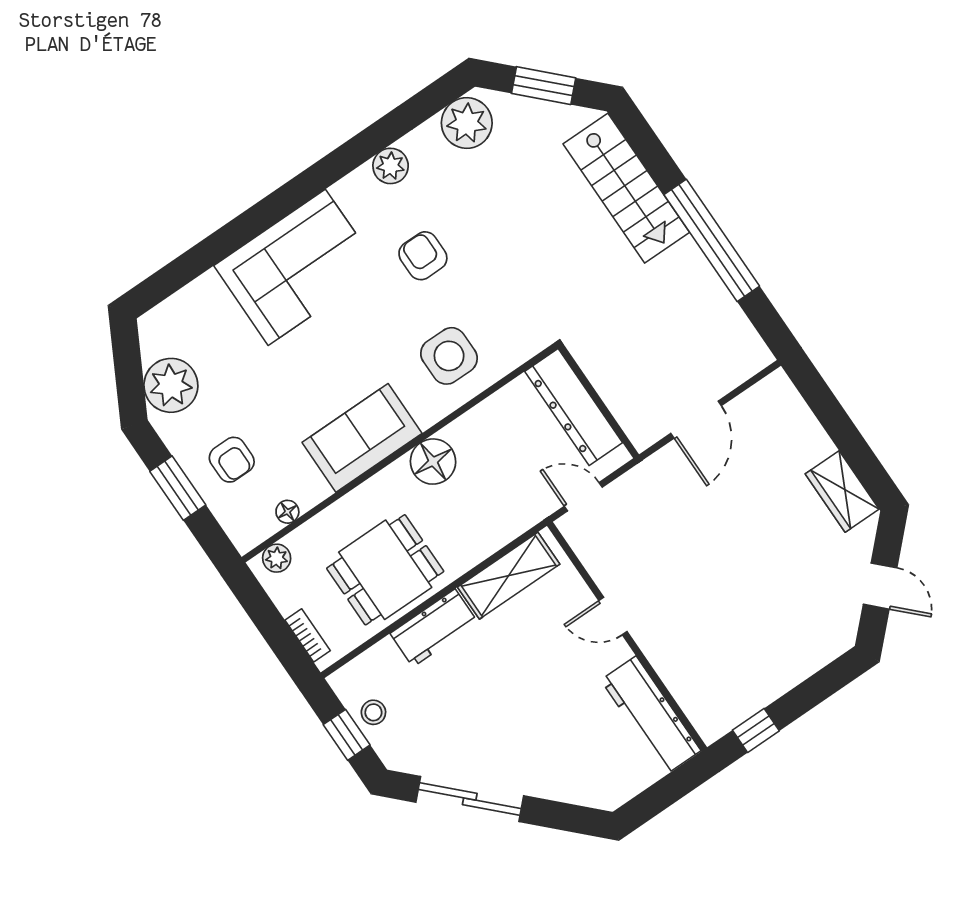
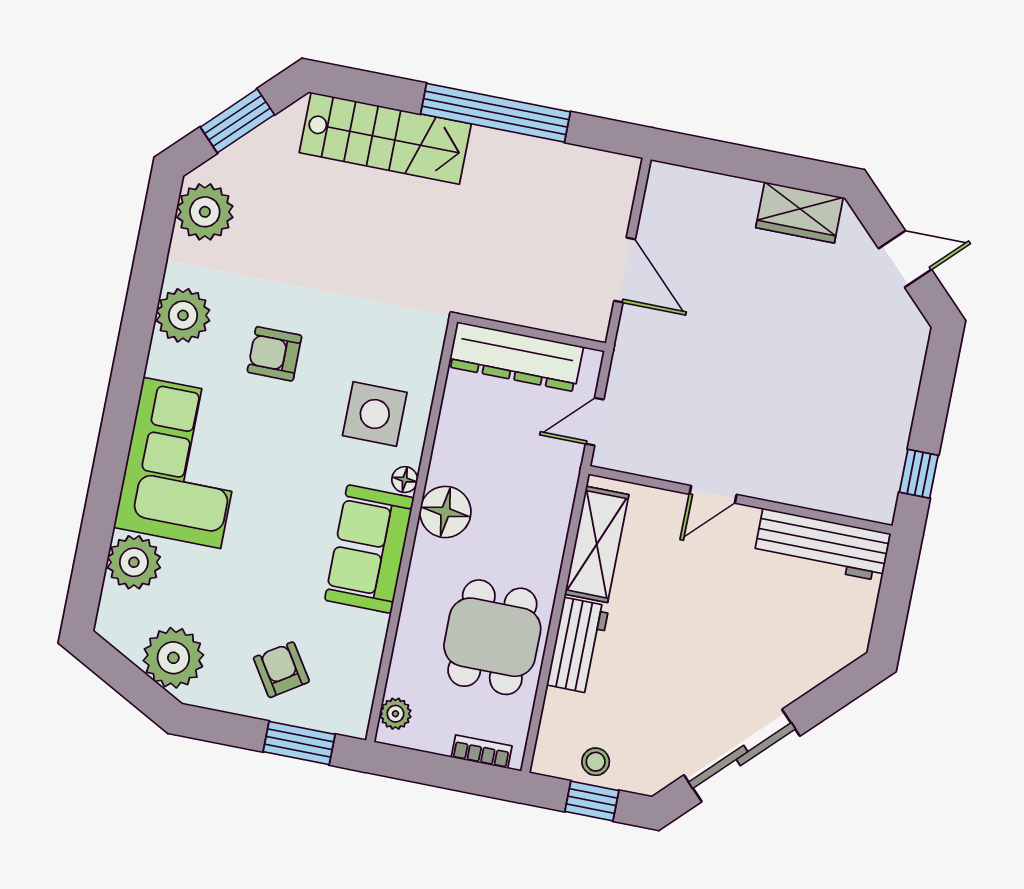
plant: (391, 166) -> (183, 315), width x1.36, depth x1.36
plant: (205, 301) -> (134, 562), added
armchair: (232, 460) -> (281, 670), turned -123
window: (178, 488) -> (299, 743), moved
floor lamp: (287, 512) -> (405, 480), moved

